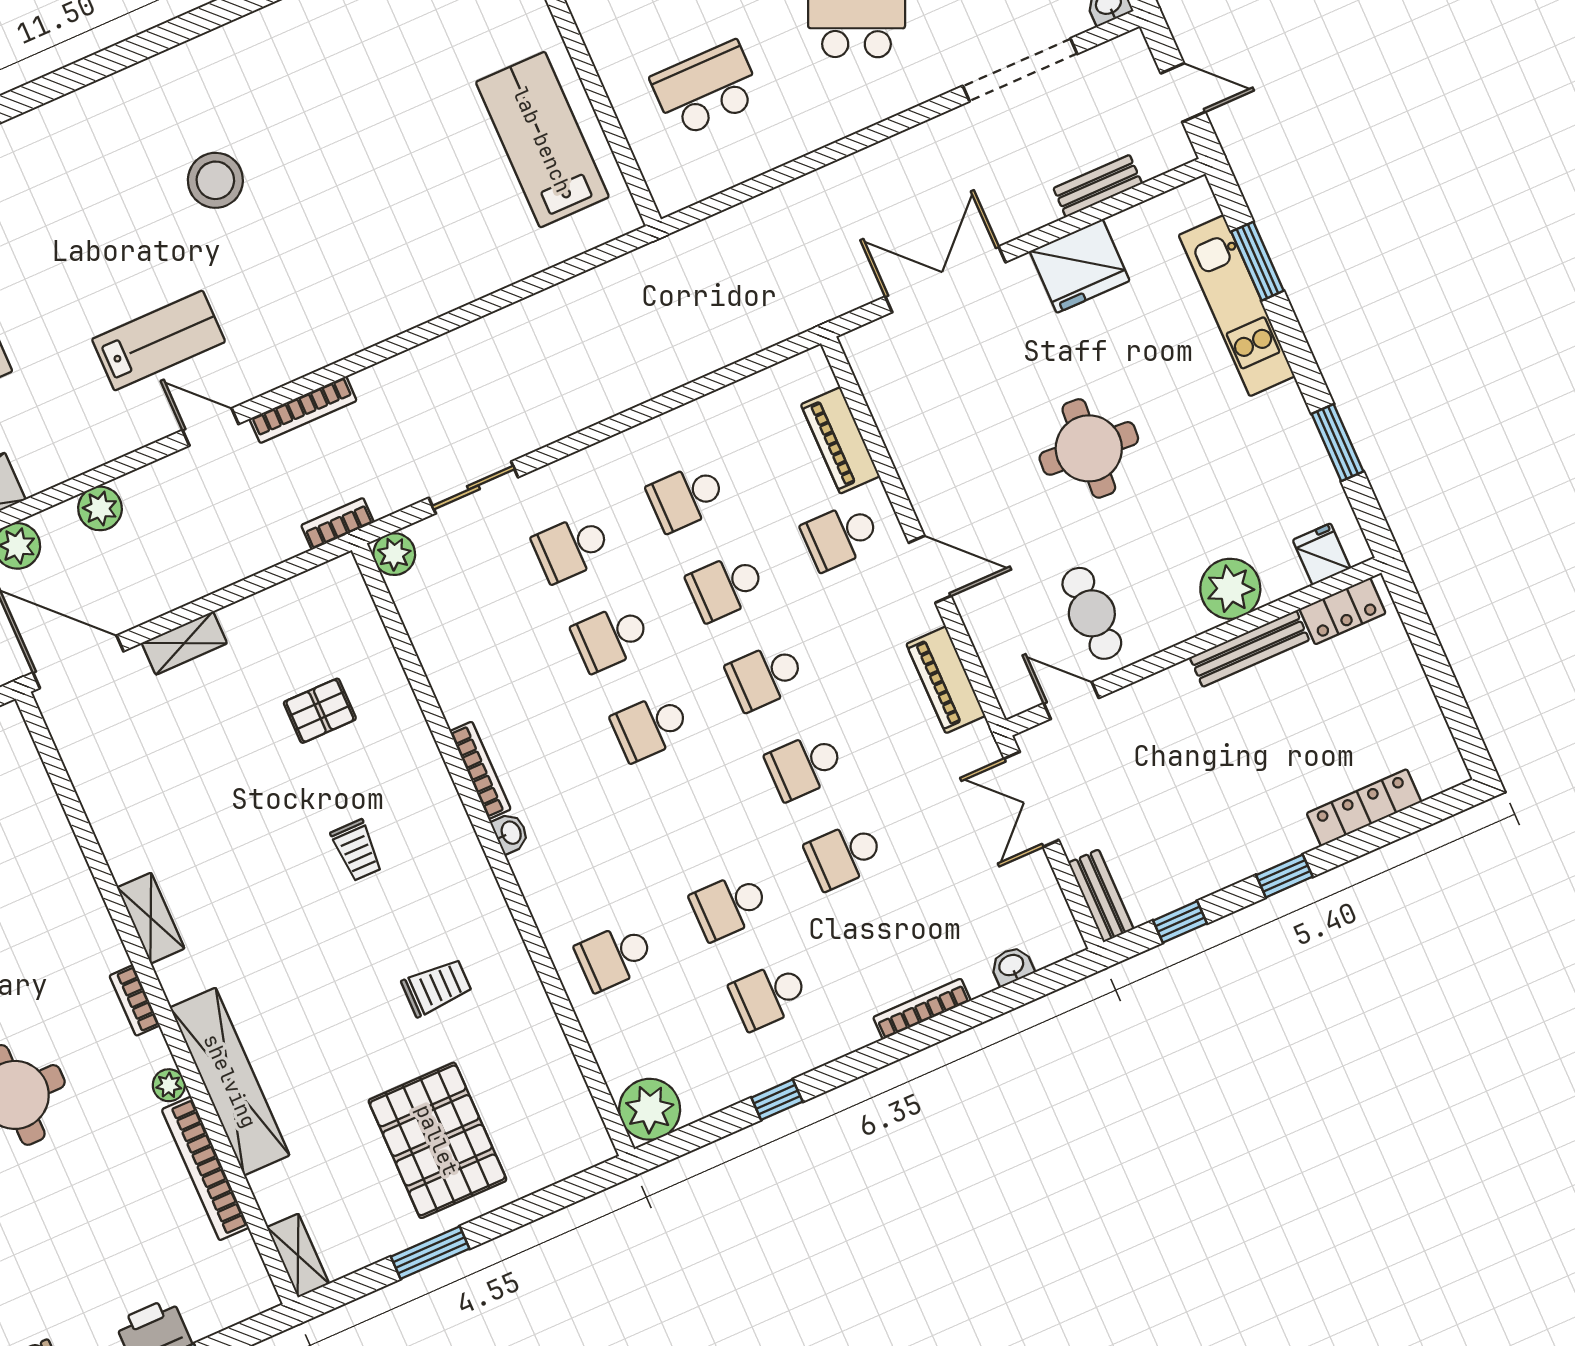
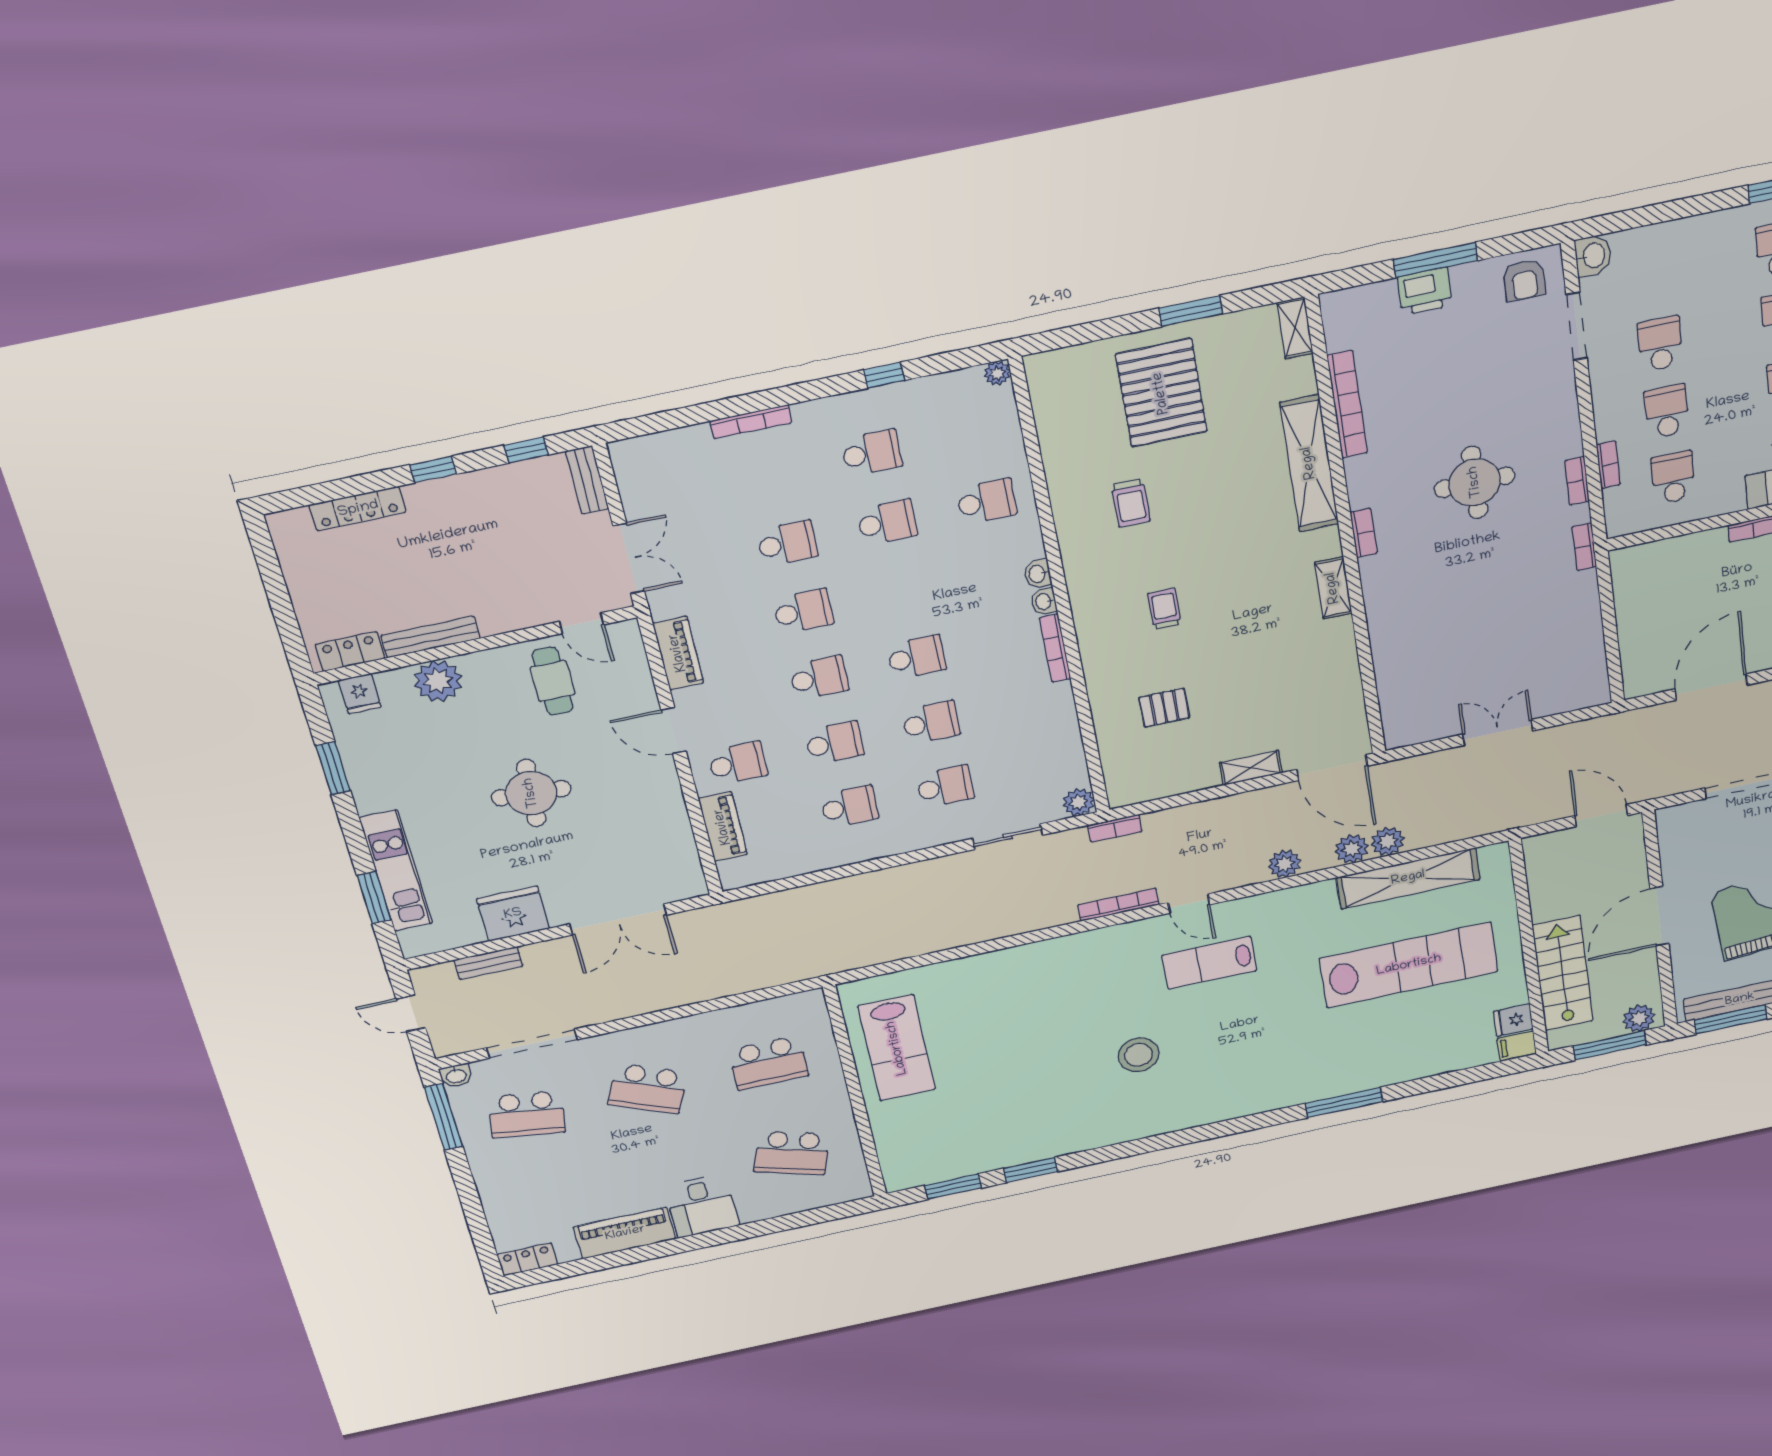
washbasin: (1012, 966) -> (1038, 574), moved, turned 90
trolley: (437, 987) -> (1131, 503), turned -90
plant: (169, 1085) -> (1356, 469), removed
plant: (650, 1109) -> (997, 373), width x0.53, depth x0.53

